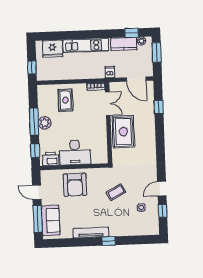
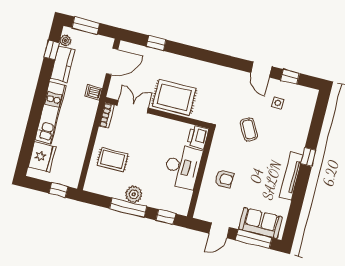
printer: (51, 159) -> (198, 137), moved
armchair: (75, 185) -> (224, 179), width x0.53, depth x0.53

